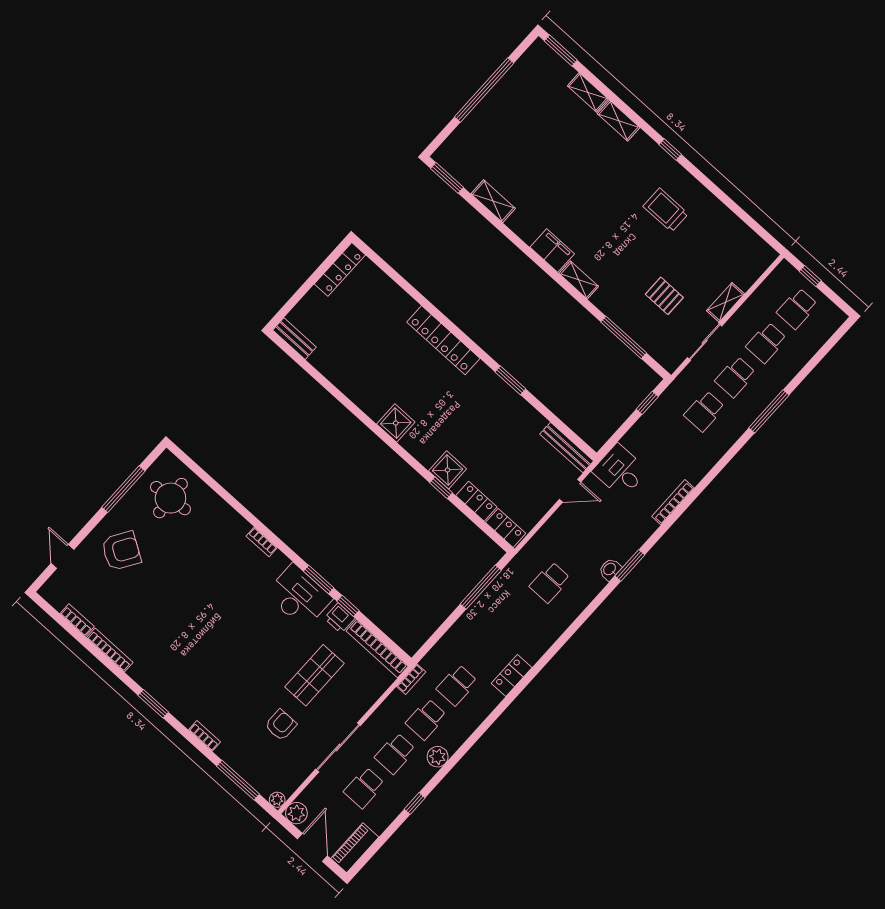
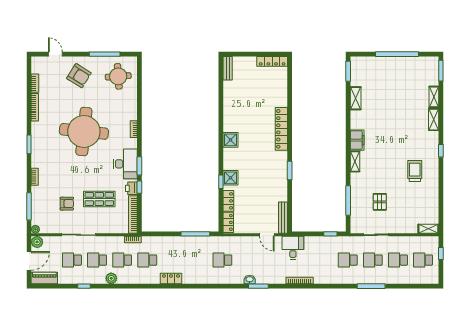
shelving: (726, 302) -> (428, 229), moved
door: (63, 556) -> (55, 54), hinge flipped
round table: (203, 613) -> (84, 131), added

